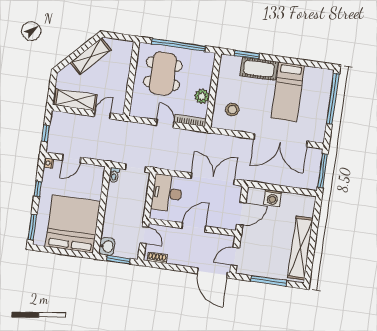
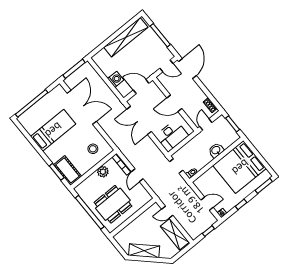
cot: (259, 69) -> (68, 170), moved
washbasin: (107, 246) -> (216, 150), moved

